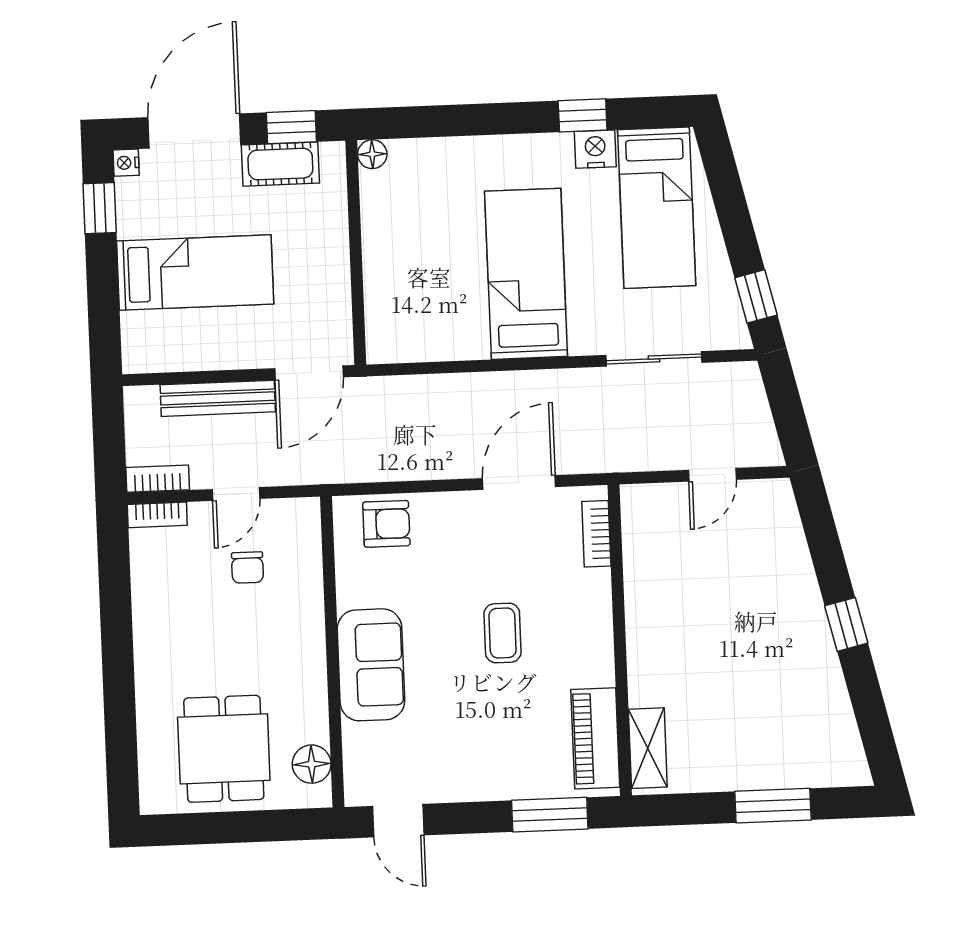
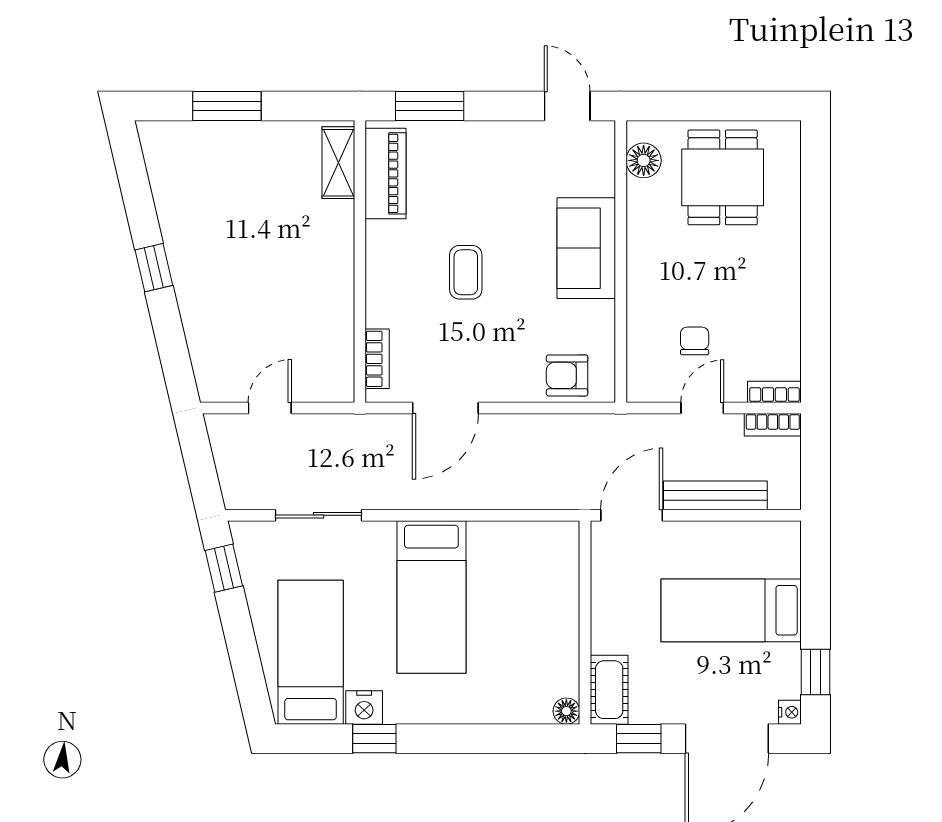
cot: (280, 164) -> (609, 690), moved, turned 90

